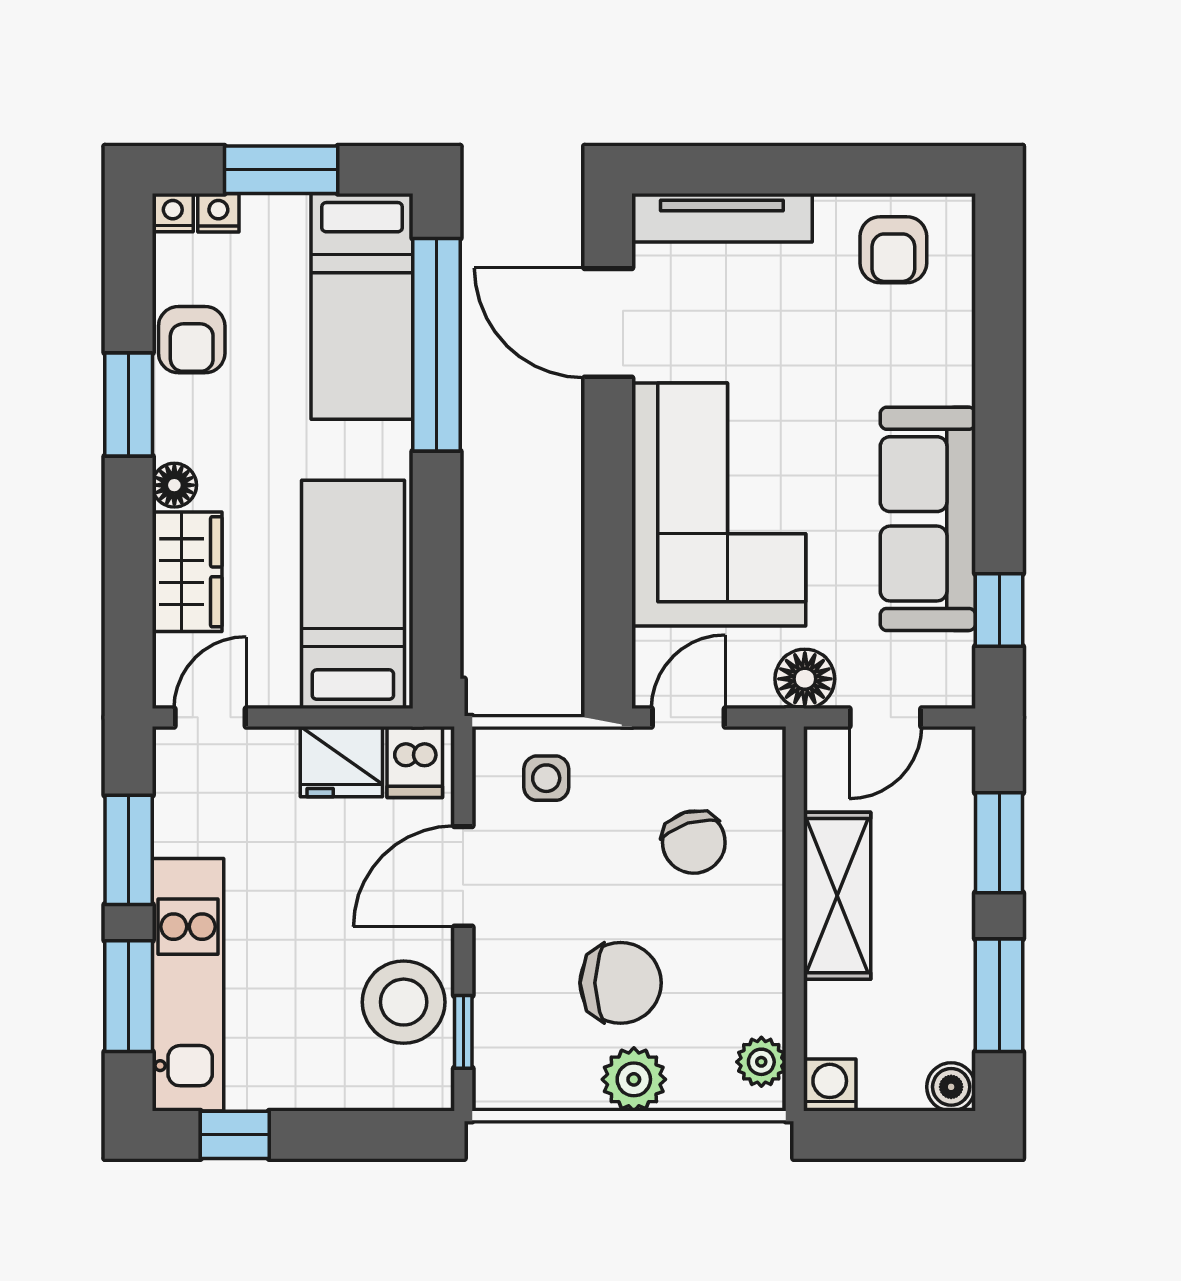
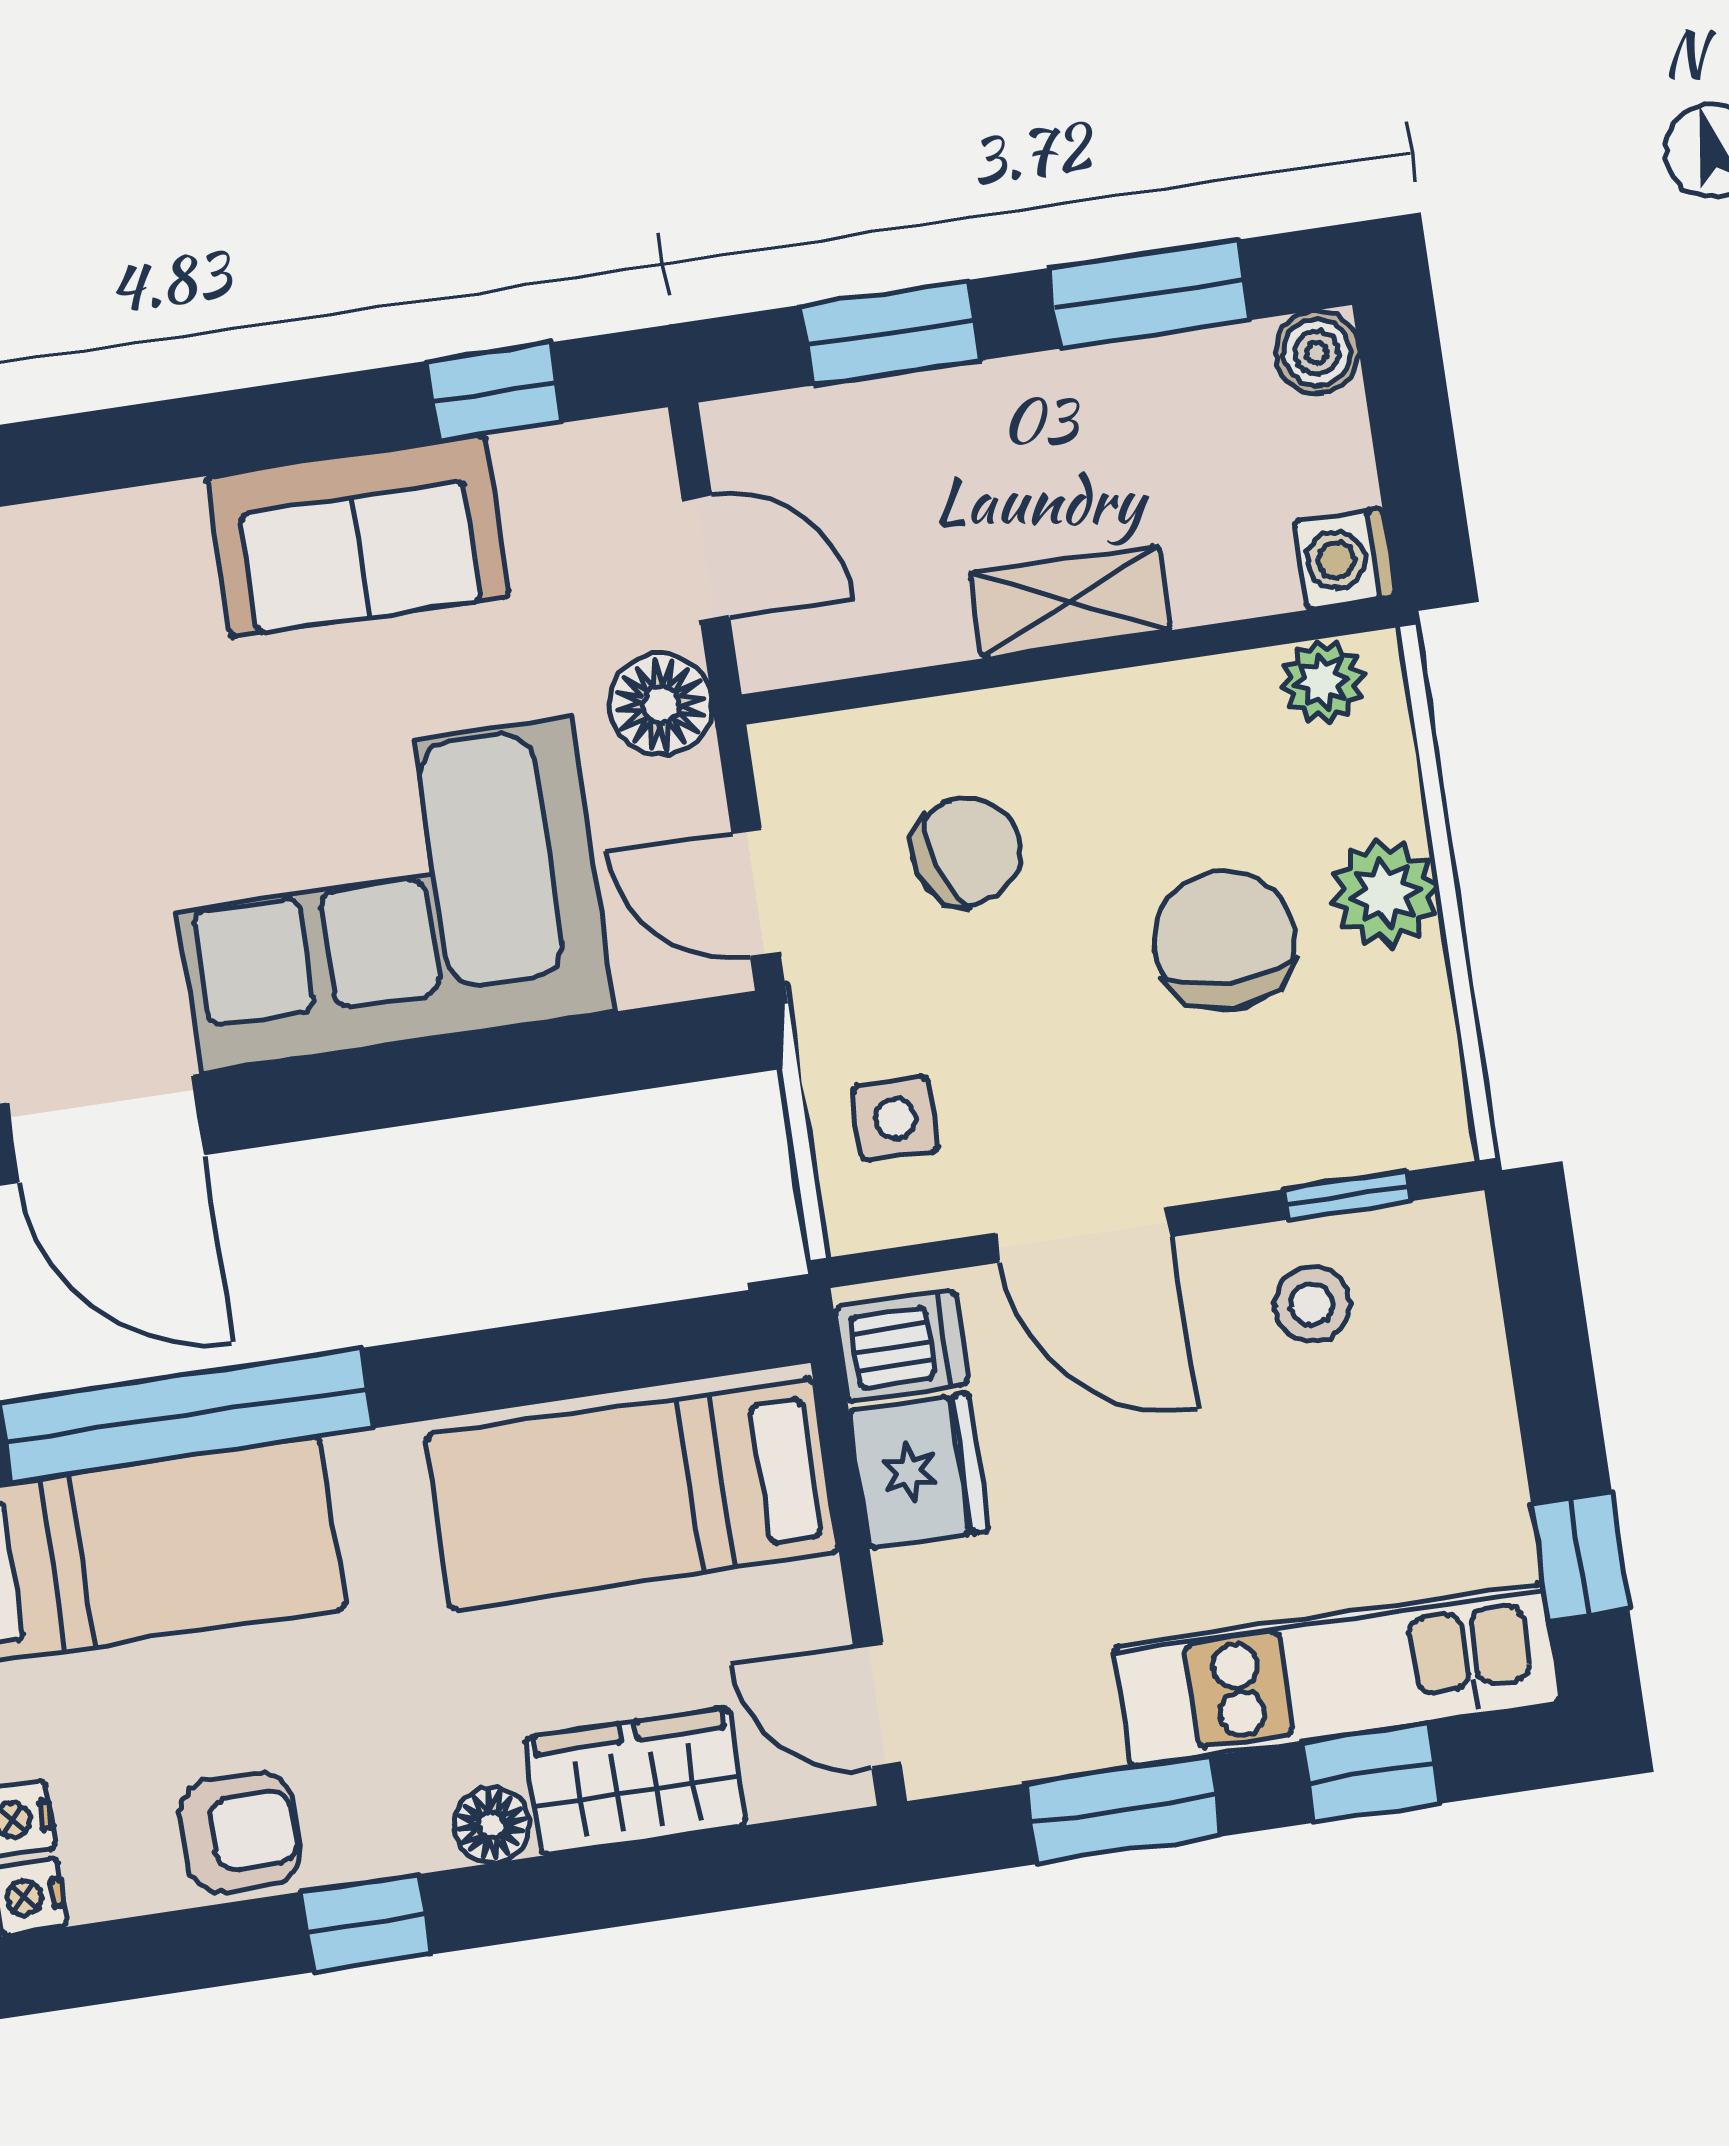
door: (608, 323) -> (106, 1129), hinge flipped
window: (129, 404) -> (366, 1923), width x0.67
sofa: (928, 519) -> (358, 536), width x0.73
shelving: (837, 896) -> (1071, 602), width x0.67, depth x0.75
window: (129, 996) -> (1372, 1773), width x0.67
stool: (404, 1002) -> (1312, 1304), width x0.53, depth x0.53

